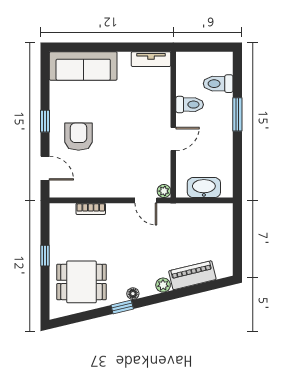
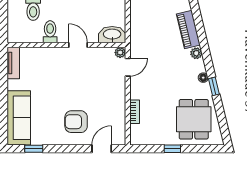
window: (45, 121) -> (34, 149), moved
washbasin: (204, 188) -> (112, 35), moved, turned 90

